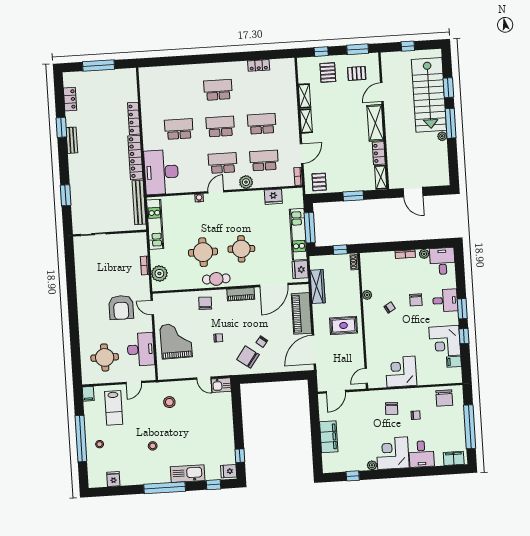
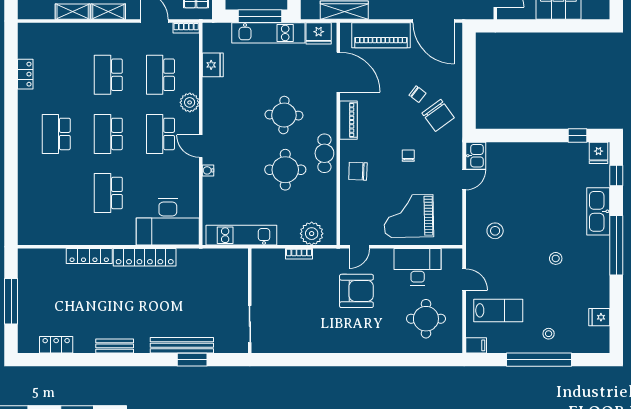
window: (61, 127) -> (95, 360), removed
bench: (139, 202) -> (182, 345), moved
chair: (248, 357) -> (438, 115), turned -72

